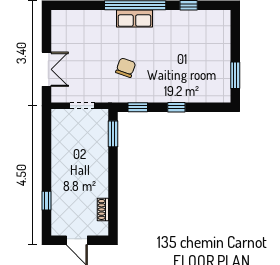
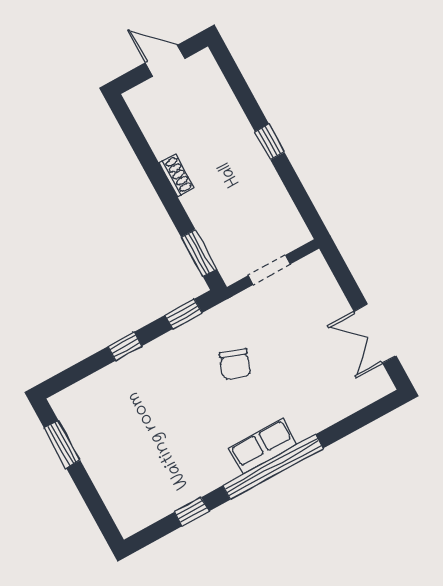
double door: (47, 69) -> (375, 333), moved
window: (47, 201) -> (270, 142), moved
shoe rack: (103, 209) -> (177, 176), moved

